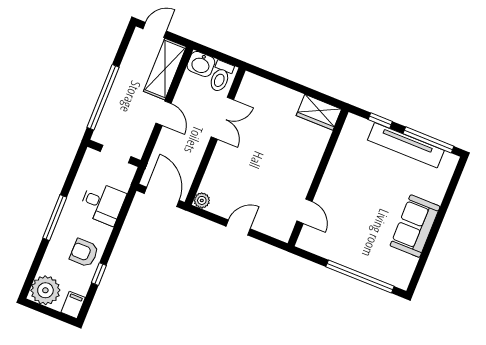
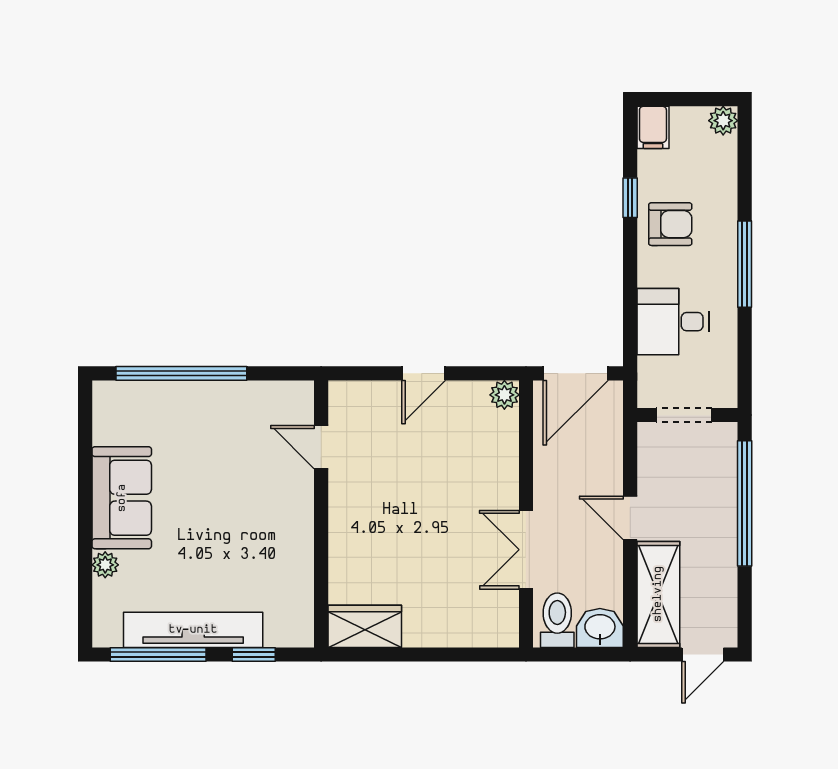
plant: (437, 196) -> (105, 565), added
door: (162, 197) -> (576, 373), hinge flipped
plant: (45, 290) -> (723, 121), width x0.53, depth x0.53

